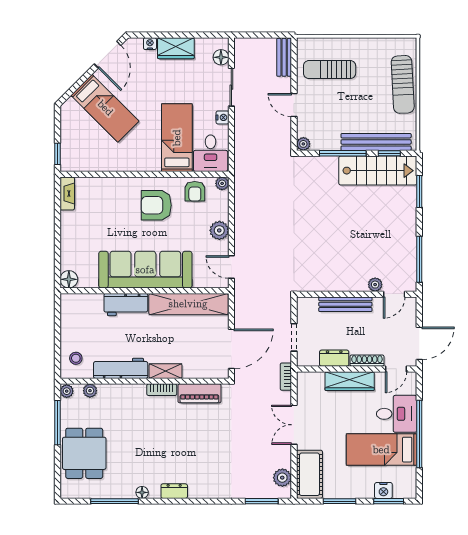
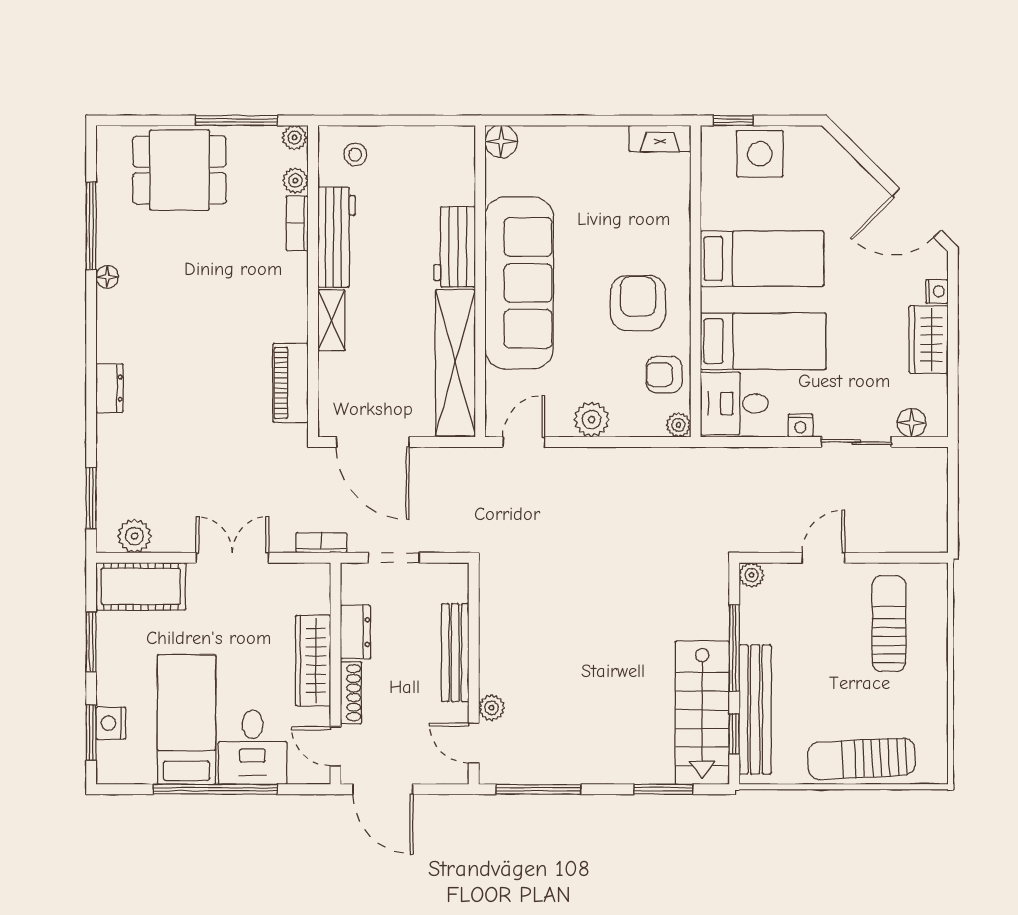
bench: (284, 57) -> (912, 539), removed
bed: (105, 108) -> (762, 259), moved, turned -135
side table: (75, 139) -> (760, 154), added
bookcase: (162, 390) -> (297, 223), moved
dresser: (174, 491) -> (110, 388), moved

